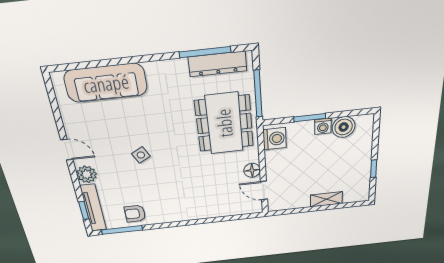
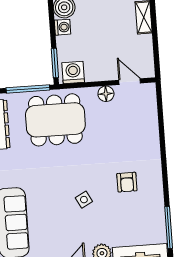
window: (310, 118) -> (55, 63), moved
door: (264, 190) -> (130, 82), swing flipped
armchair: (135, 214) -> (127, 182), moved

